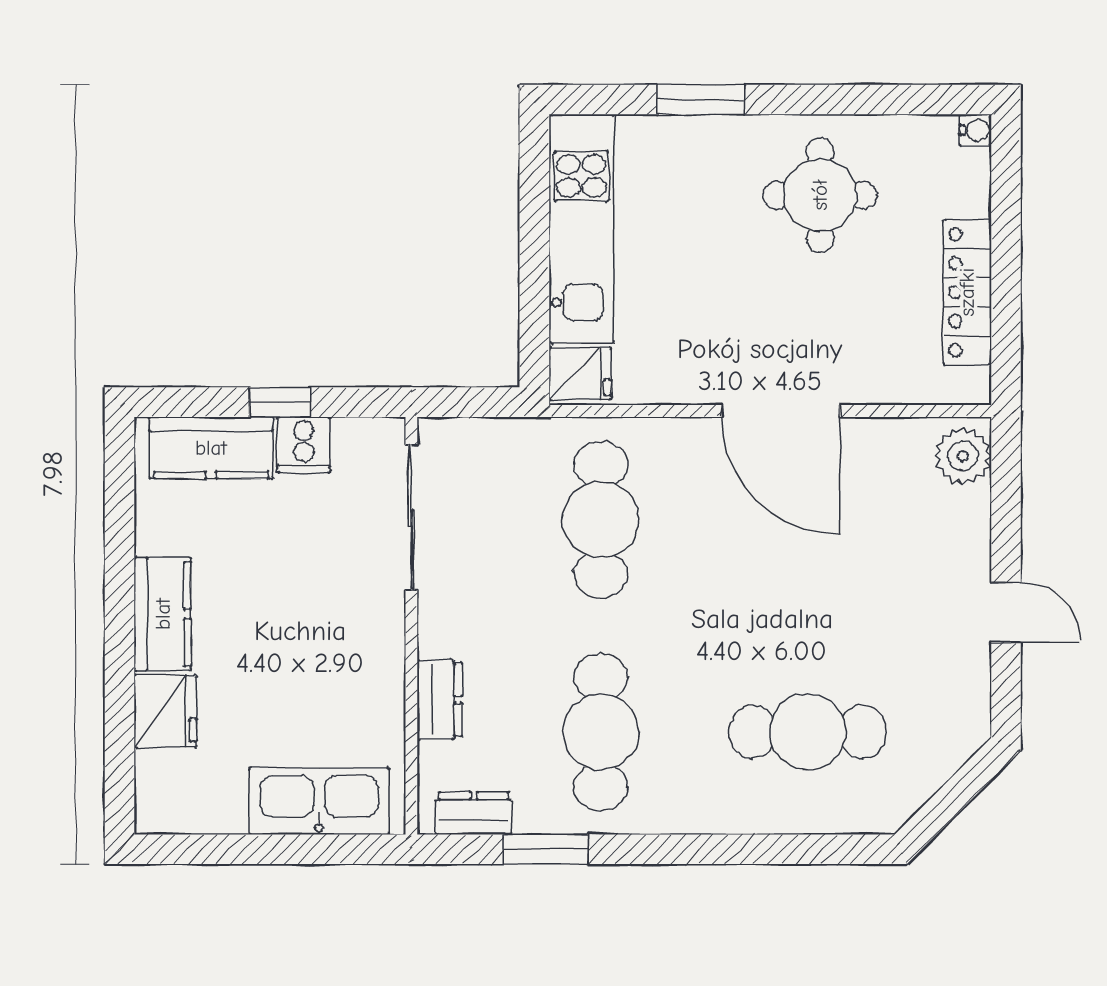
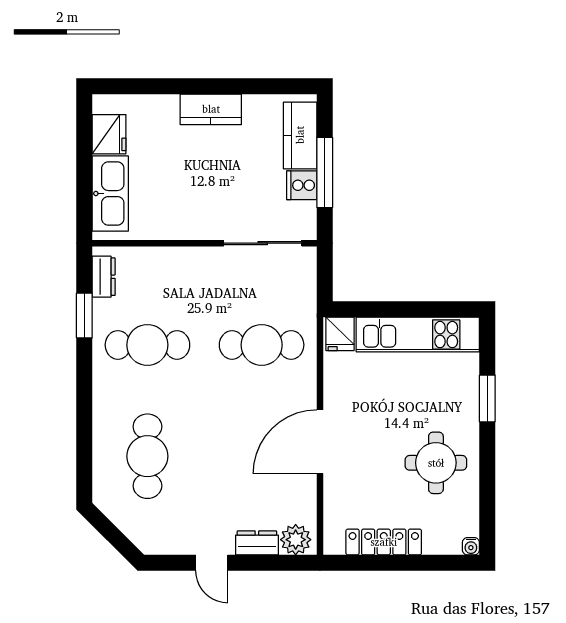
window: (280, 402) -> (325, 172), width x2.17
door: (1006, 612) -> (212, 563), hinge flipped
dresser: (440, 700) -> (257, 543), moved, turned 180
fridge: (165, 711) -> (109, 134), moved, turned -90

